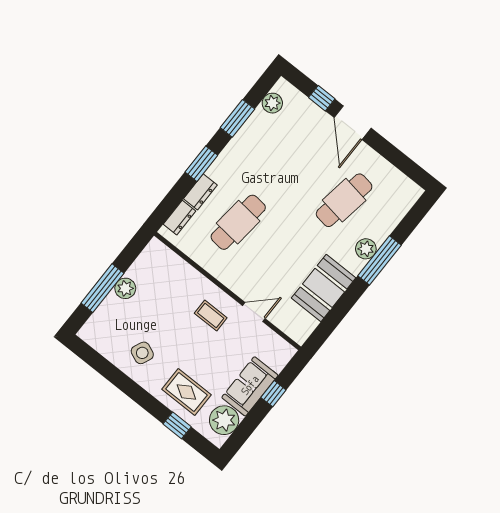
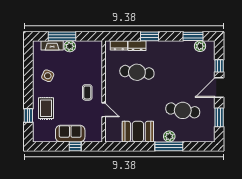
window: (237, 118) -> (193, 36), moved
window: (395, 157) -> (219, 117), added
fireplace: (104, 312) -> (52, 45), added
plant: (224, 420) -> (47, 134), removed

